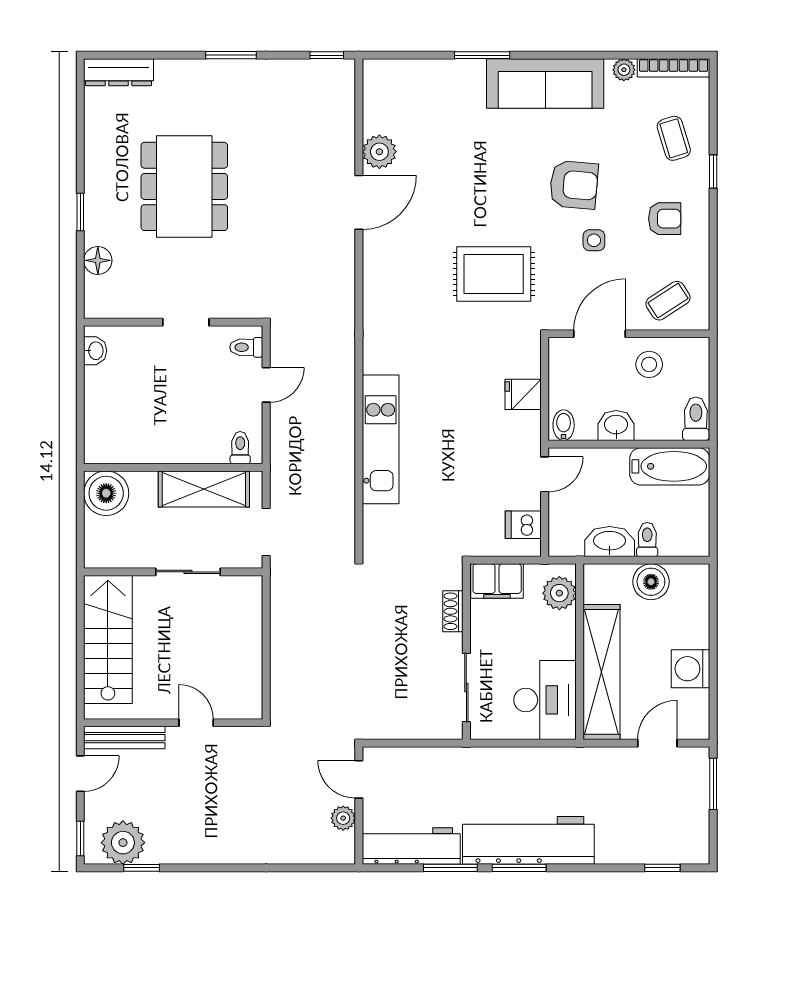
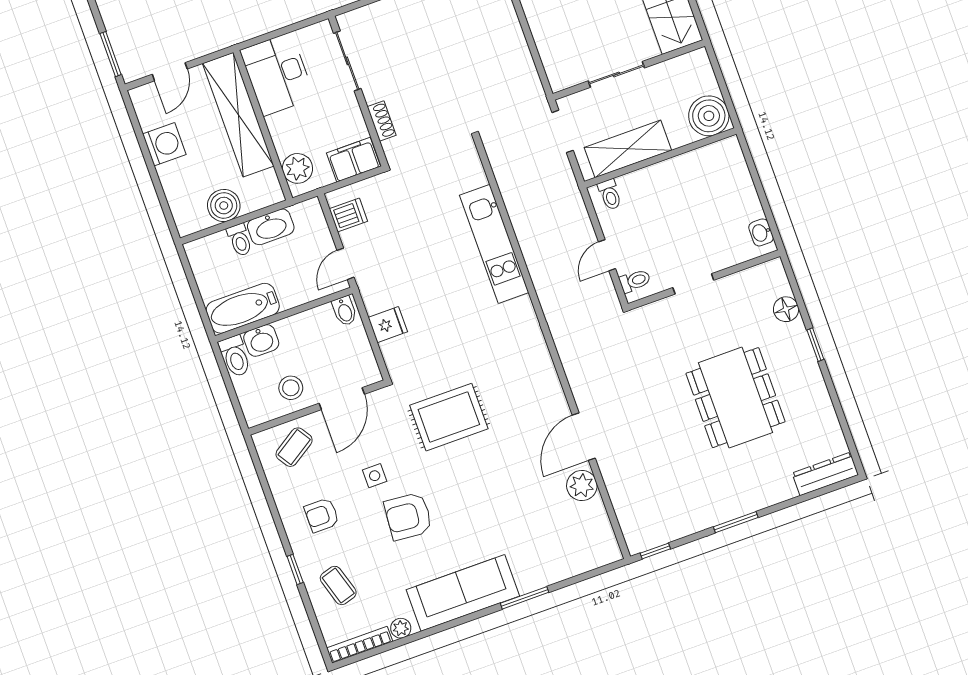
washbasin: (616, 425) -> (261, 340), moved

